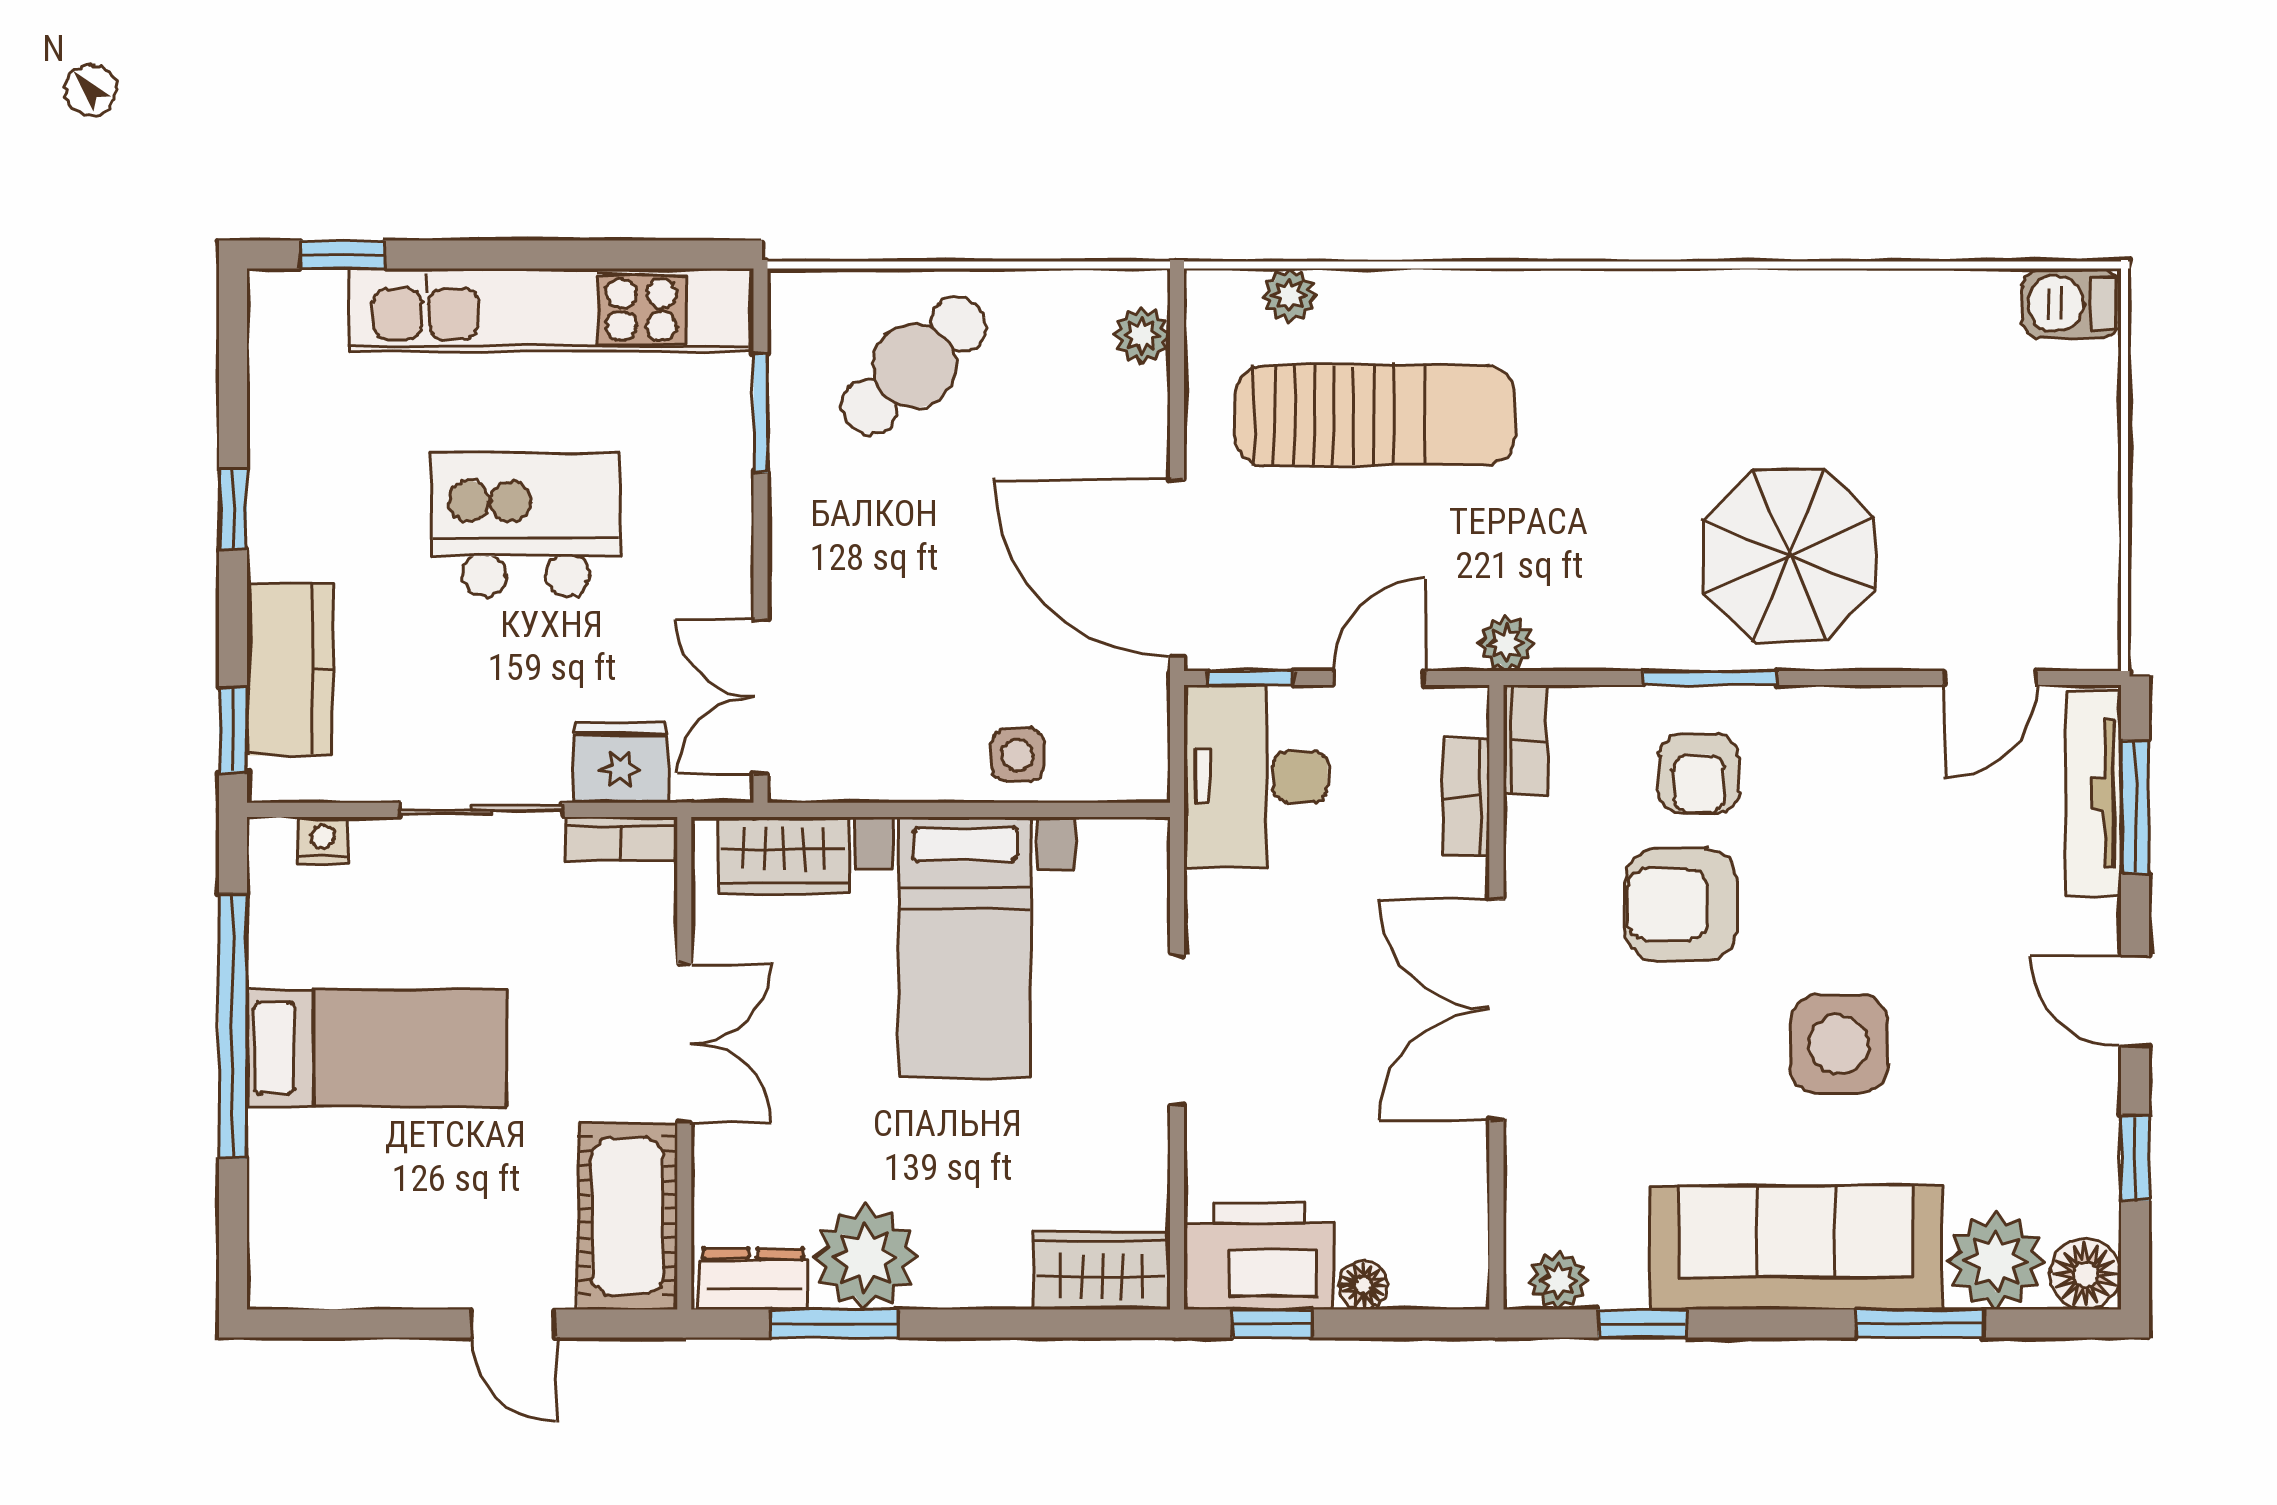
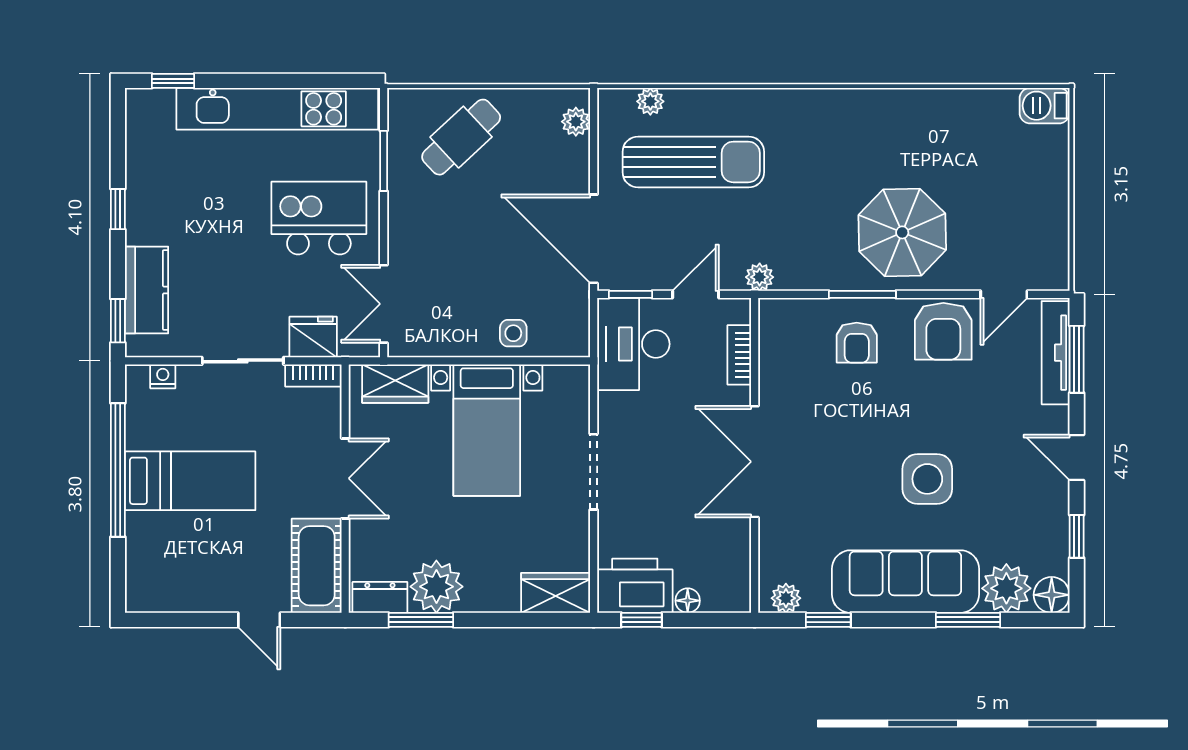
kitchen island: (526, 524) -> (319, 218), moved
bookcase: (1525, 740) -> (769, 325), removed
armchair: (1681, 905) -> (943, 331), moved, turned -90

